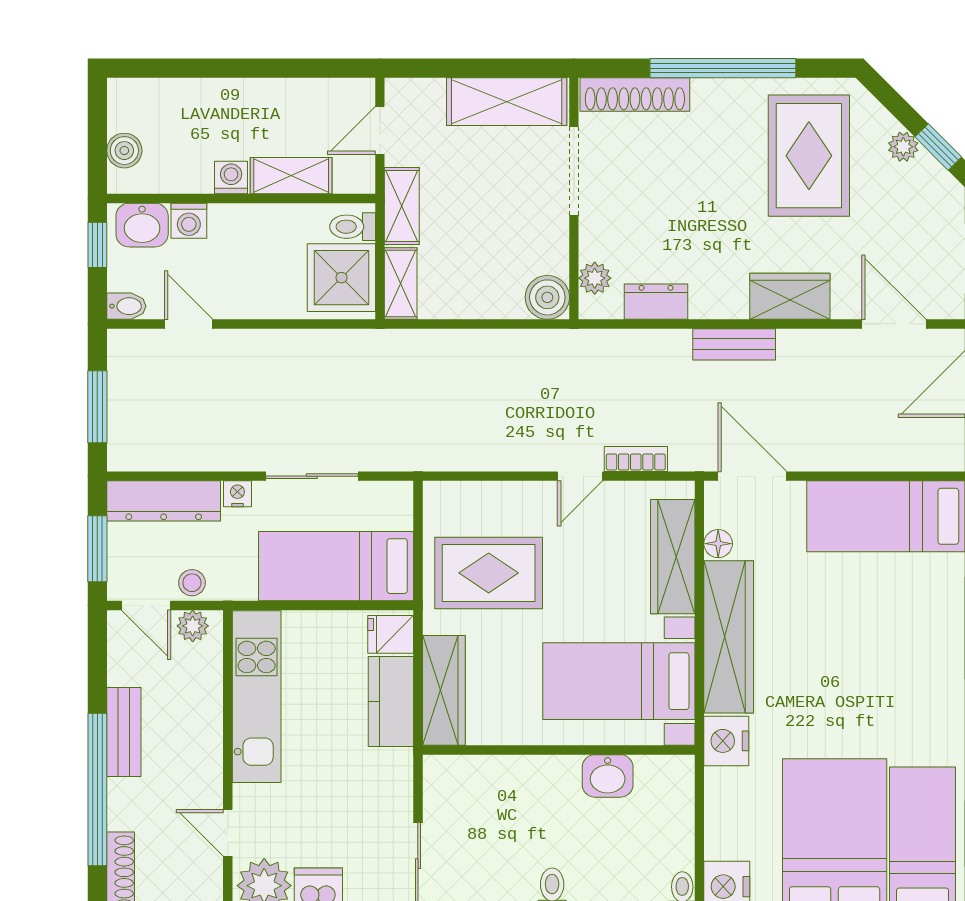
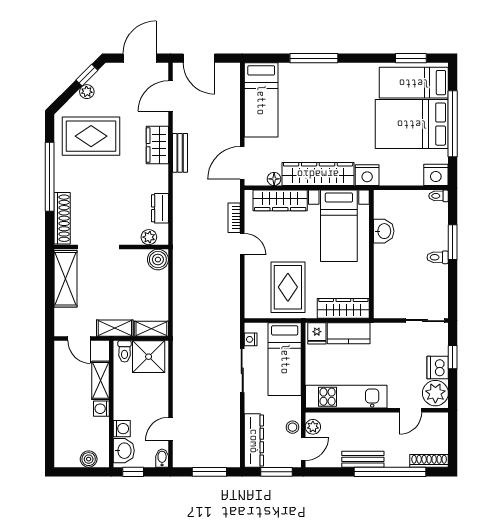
bench: (734, 344) -> (180, 153), moved
nightstand: (237, 494) -> (251, 339), moved

